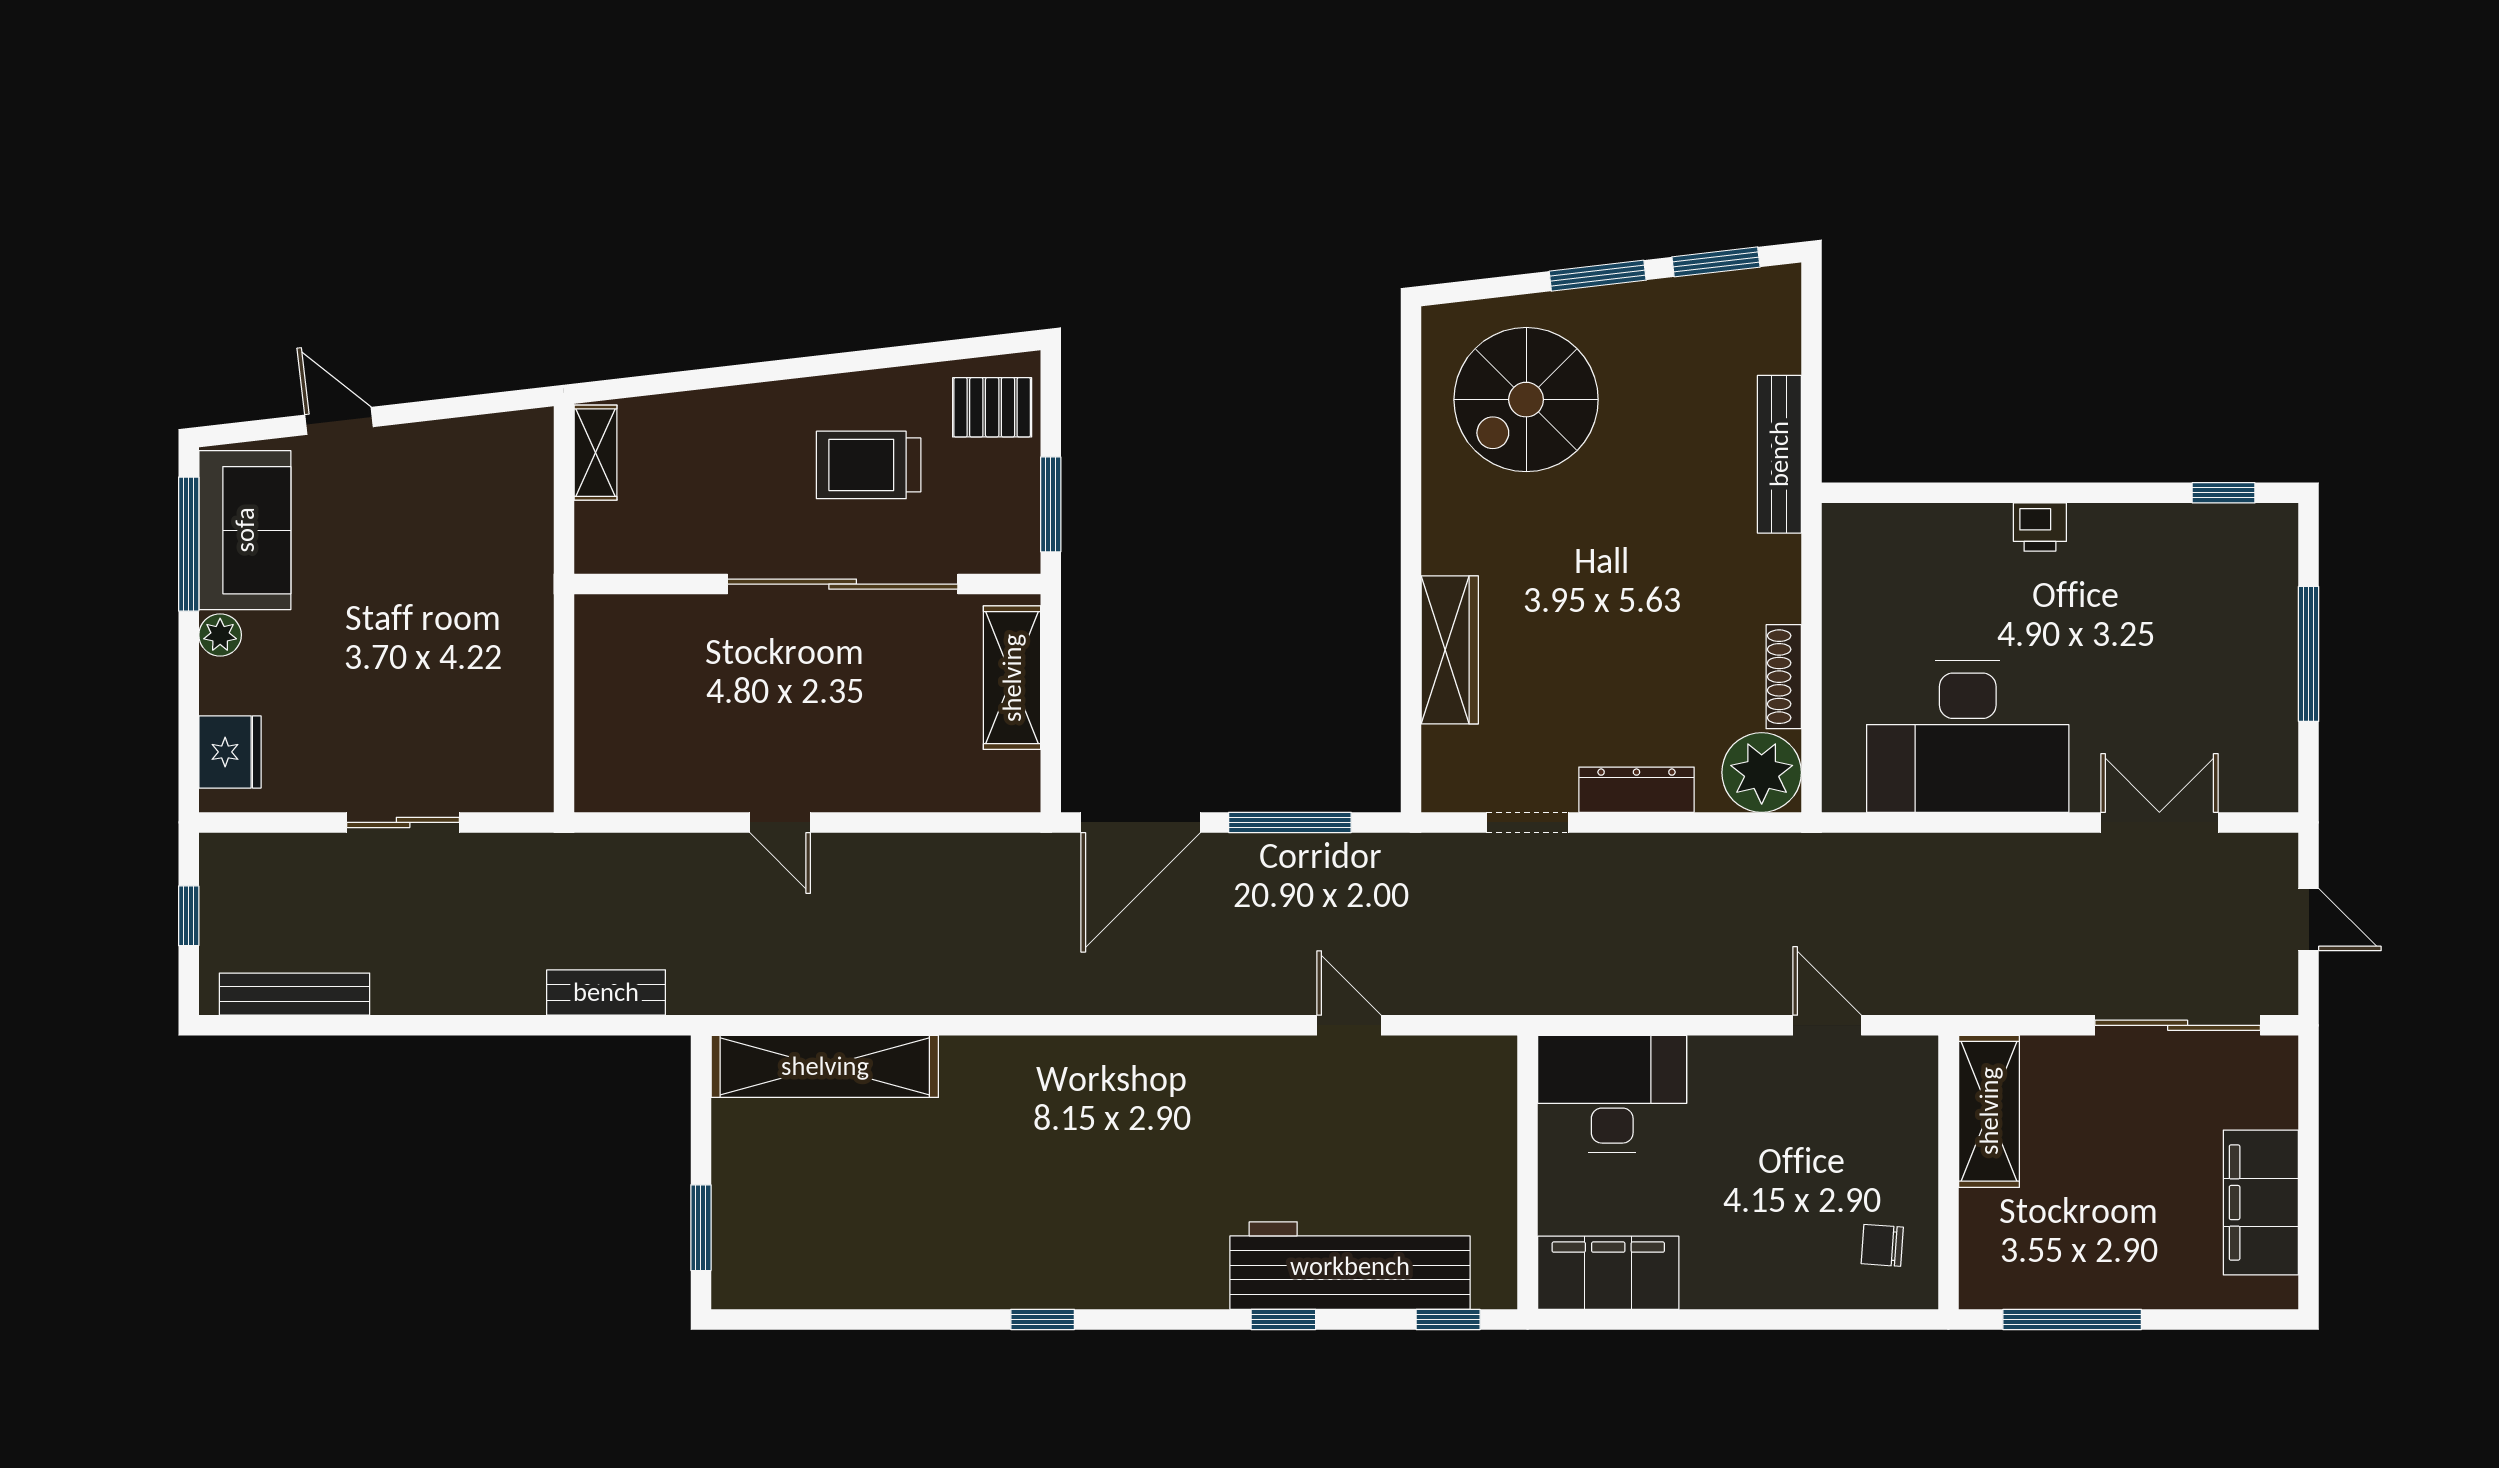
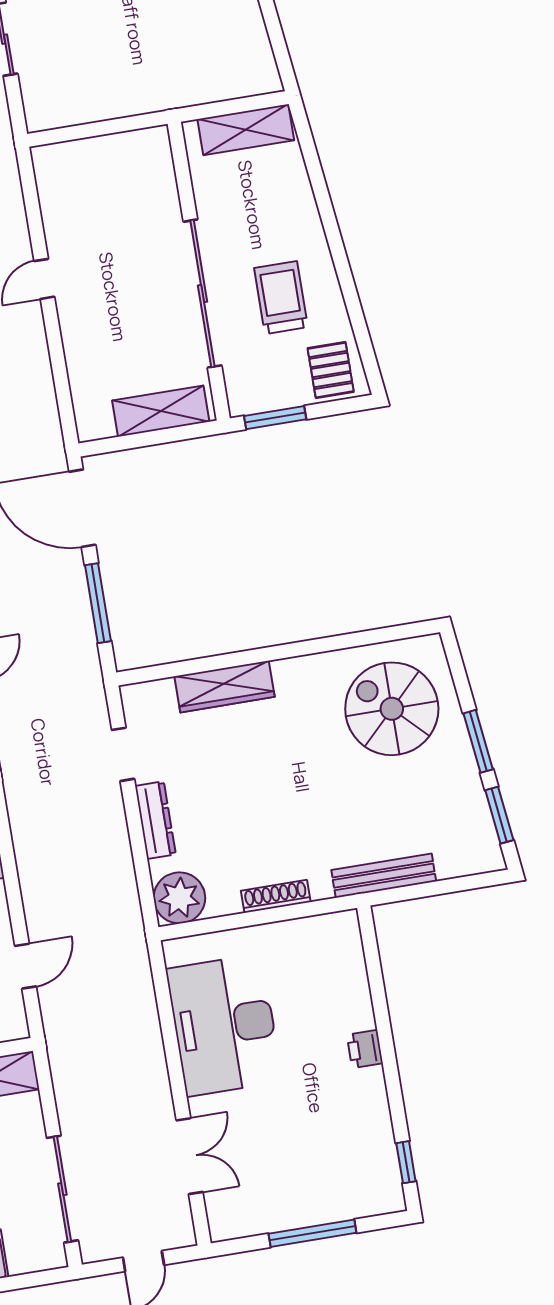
shelving: (596, 453) -> (246, 130), width x1.50, depth x1.33
shoe rack: (1784, 677) -> (276, 896), moved

